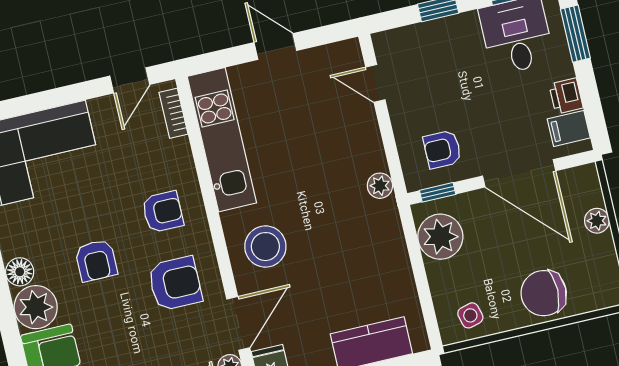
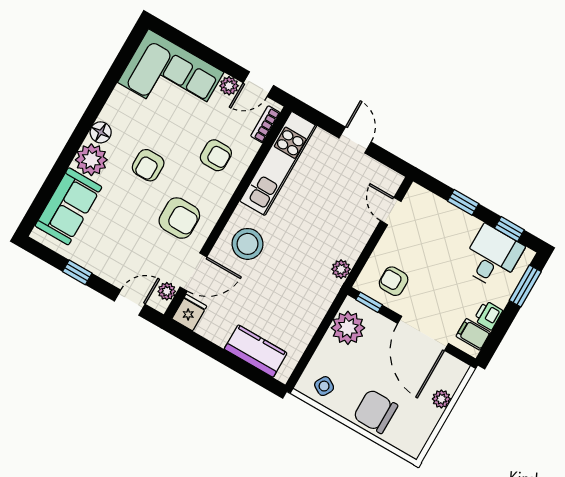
plant: (103, 109) -> (229, 86), added
armchair: (163, 212) -> (216, 155), moved
side table: (470, 315) -> (324, 386), turned 45

